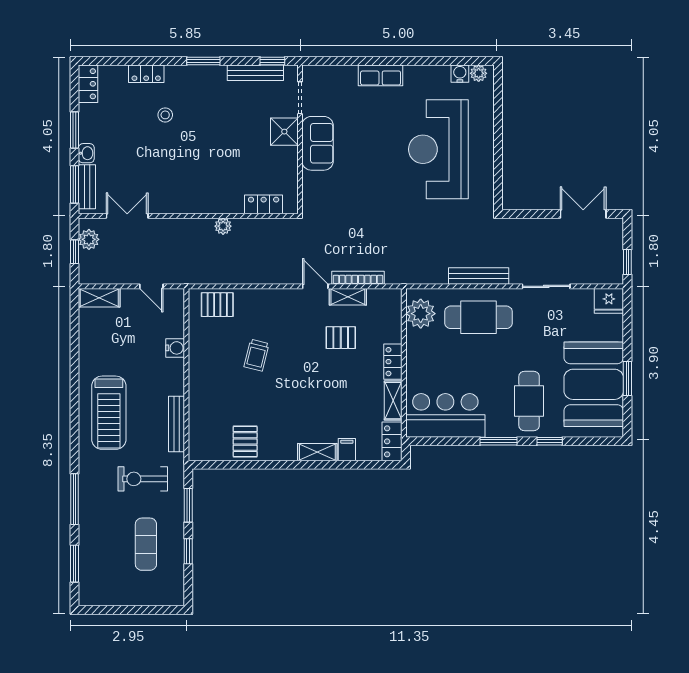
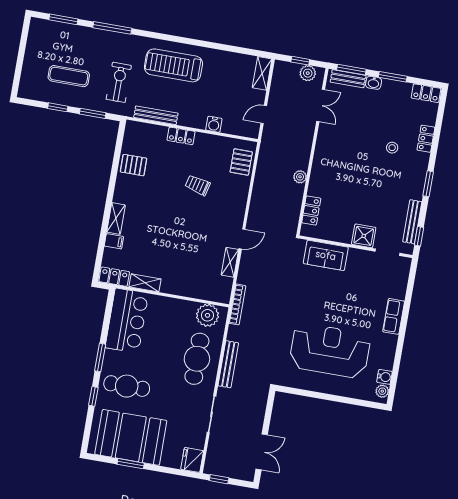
sofa: (318, 143) -> (326, 255), moved
bookcase: (358, 278) -> (237, 304), moved
pallet: (341, 338) -> (200, 251), removed
locker: (393, 362) -> (181, 136), moved, turned 180

